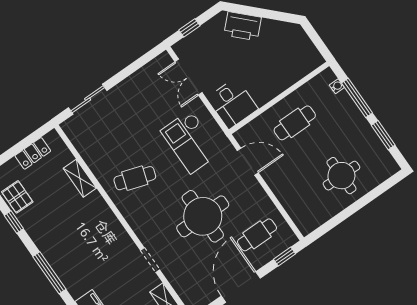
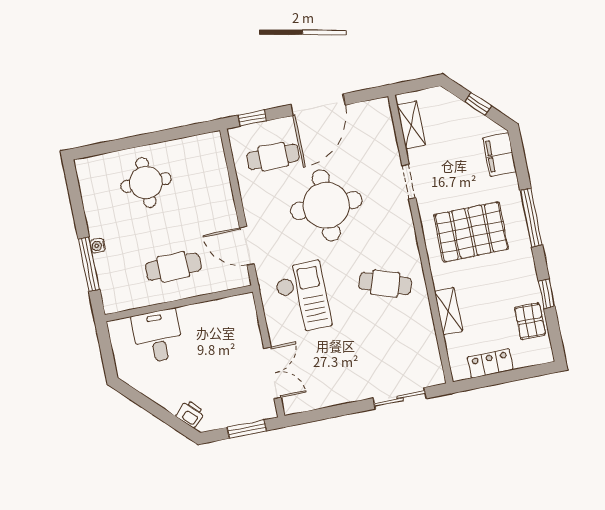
printer: (243, 26) -> (190, 414), width x0.53, depth x0.68
window: (189, 28) -> (247, 429), width x1.50
water cooler: (337, 86) -> (98, 246), moved
desk: (232, 103) -> (158, 336), moved
window: (383, 135) -> (78, 208), removed
pallet: (89, 243) -> (471, 232), added

